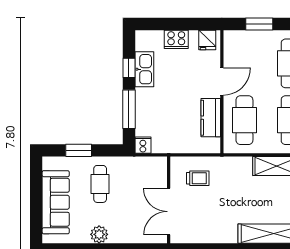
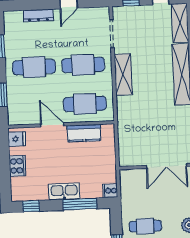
window: (129, 68) -> (31, 206), moved
kitchen sink: (144, 69) -> (64, 191), moved
trolley: (198, 178) -> (137, 142), removed

